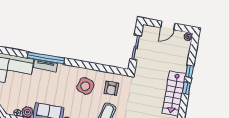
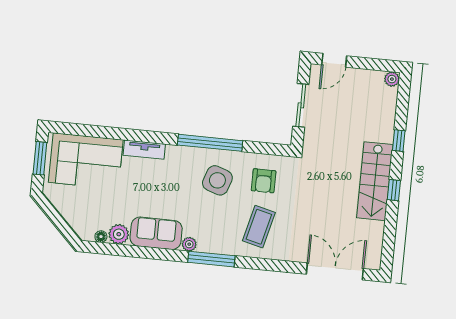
door: (168, 26) -> (334, 60), moved
window: (46, 58) -> (210, 143), moved
window: (186, 88) -> (394, 190), moved

